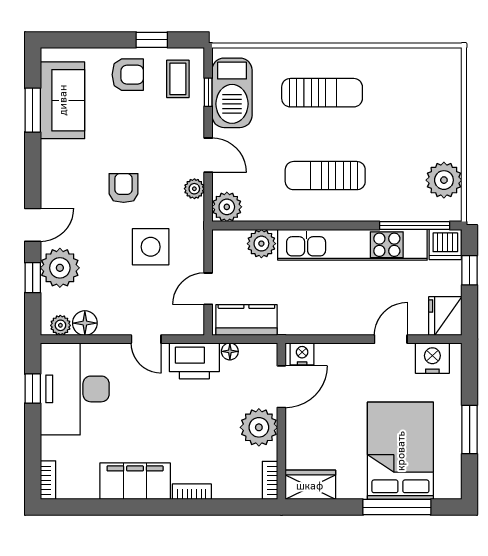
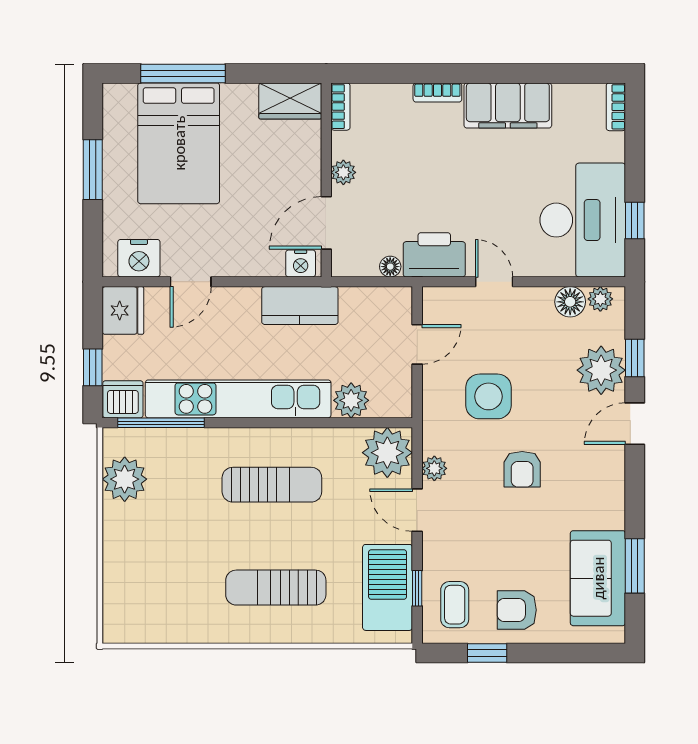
plant: (227, 207) -> (387, 453), width x1.36, depth x1.36
kitchen counter: (246, 320) -> (300, 306), moved
plant: (259, 427) -> (343, 172), width x0.53, depth x0.53

